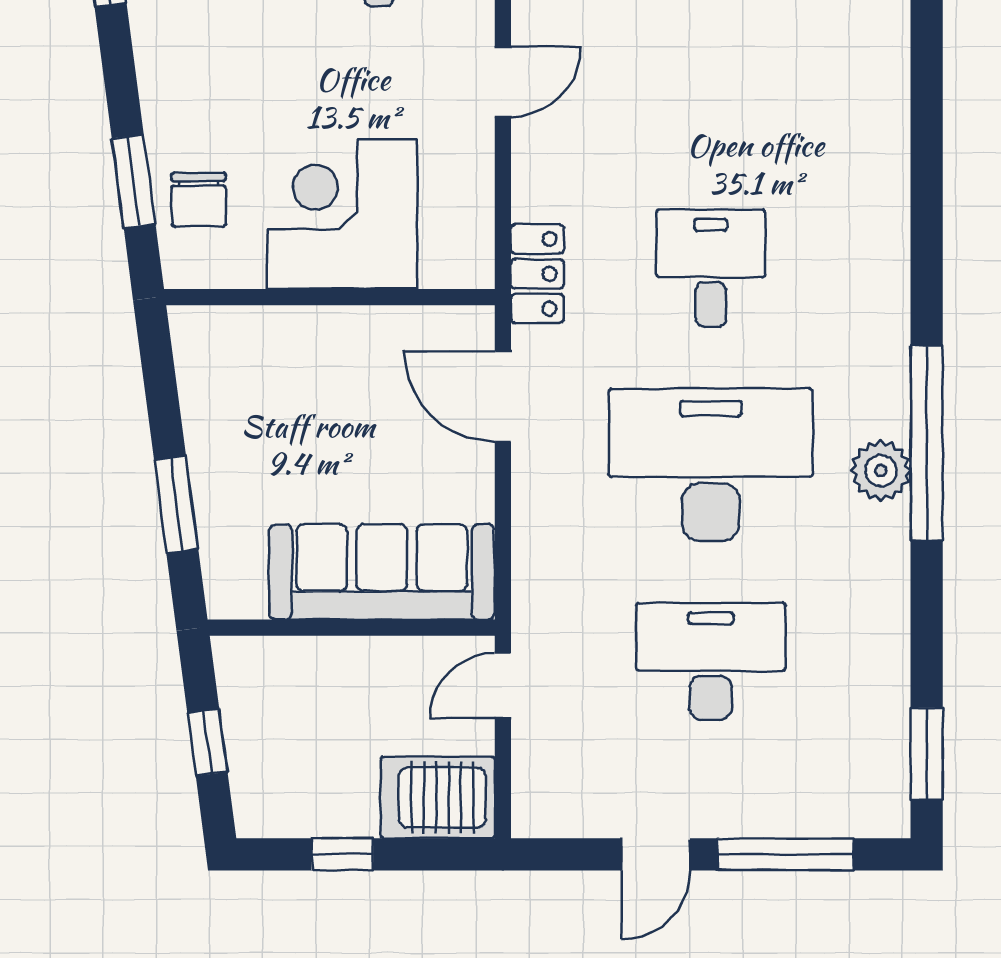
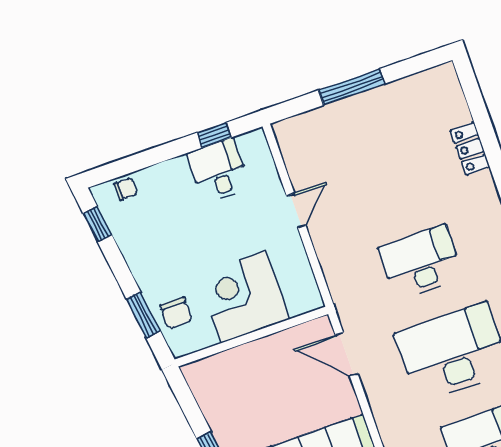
desk: (711, 268) -> (421, 262), width x1.37
locker: (537, 274) -> (470, 149), moved, turned 180

